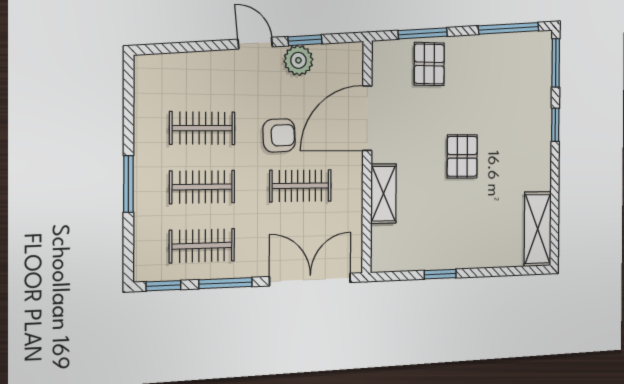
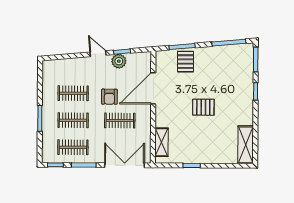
armchair: (279, 135) -> (109, 97), turned 93
pallet: (462, 156) -> (203, 107), turned 90
shelving: (383, 194) -> (161, 142), moved

